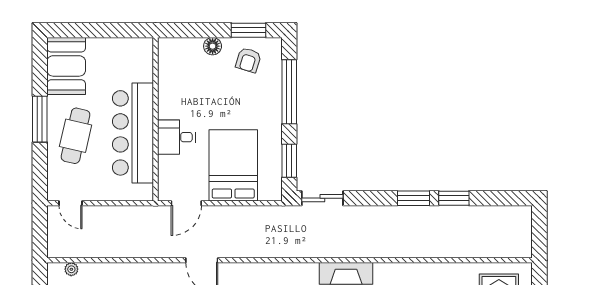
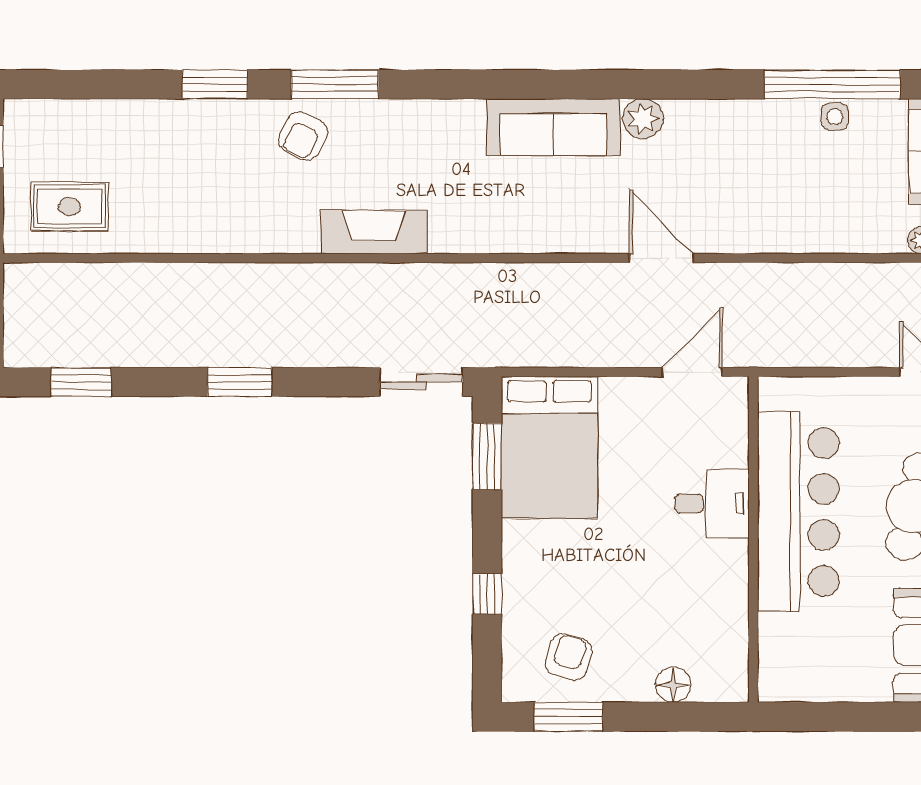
floor lamp: (213, 46) -> (673, 685), moved
window: (289, 92) -> (487, 594), width x0.32
bed: (233, 165) -> (549, 447), moved
window: (454, 198) -> (81, 382), moved

